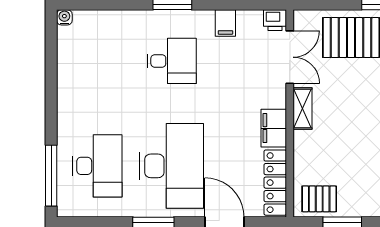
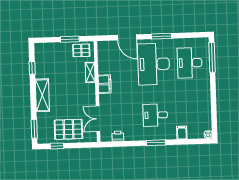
printer: (275, 20) -> (118, 136), moved
filing cabinet: (225, 23) -> (182, 133), moved
shelving: (303, 109) -> (90, 72), moved
locker: (275, 183) -> (103, 58), removed

